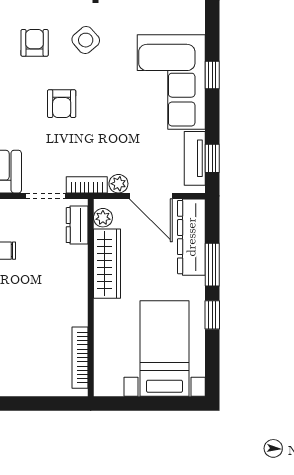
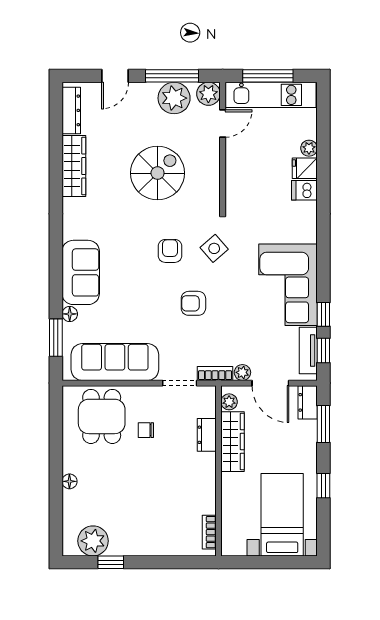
window: (212, 75) -> (323, 314), moved
armchair: (62, 104) -> (193, 303), turned 90
dresser: (77, 225) -> (207, 435), moved
dresser: (191, 237) -> (308, 402), width x0.51, depth x0.80
window: (212, 265) -> (323, 424), moved
bookcase: (80, 358) -> (209, 532), width x0.64

